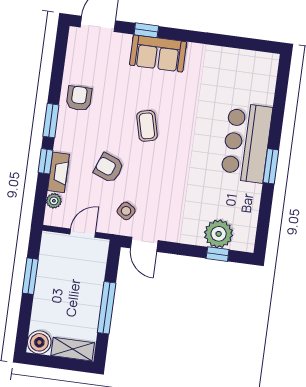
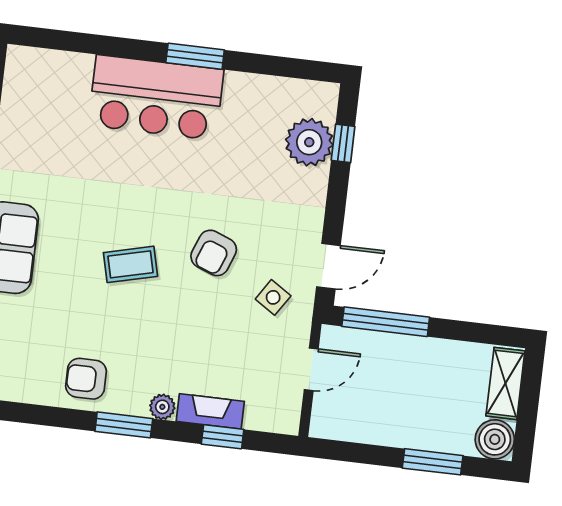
window: (46, 161) -> (223, 437), moved
armchair: (109, 168) -> (214, 253), moved
plant: (54, 201) -> (162, 407), moved
door: (83, 233) -> (311, 369), swing flipped
window: (30, 276) -> (433, 462), moved
window: (107, 308) -> (386, 322), moved

